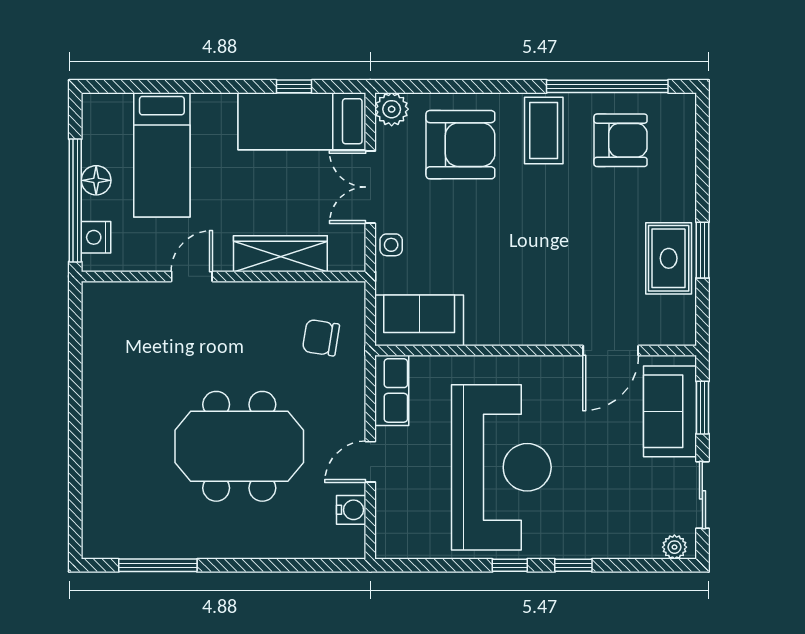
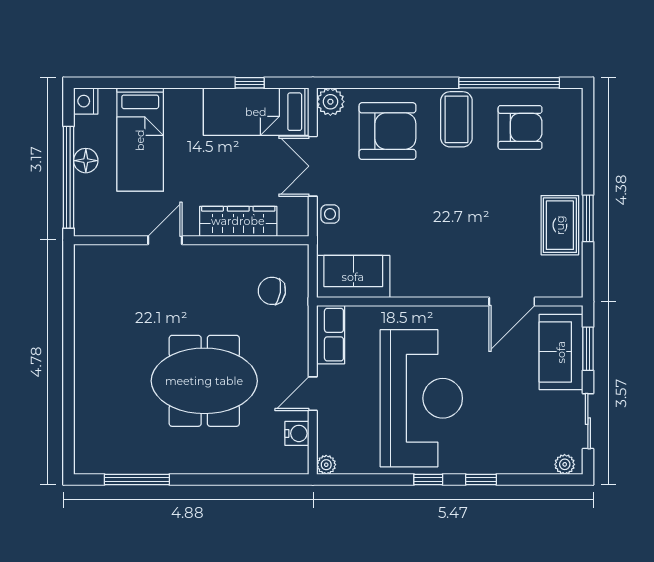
nightstand: (96, 237) -> (86, 101), moved
plant: (387, 548) -> (326, 465), added

